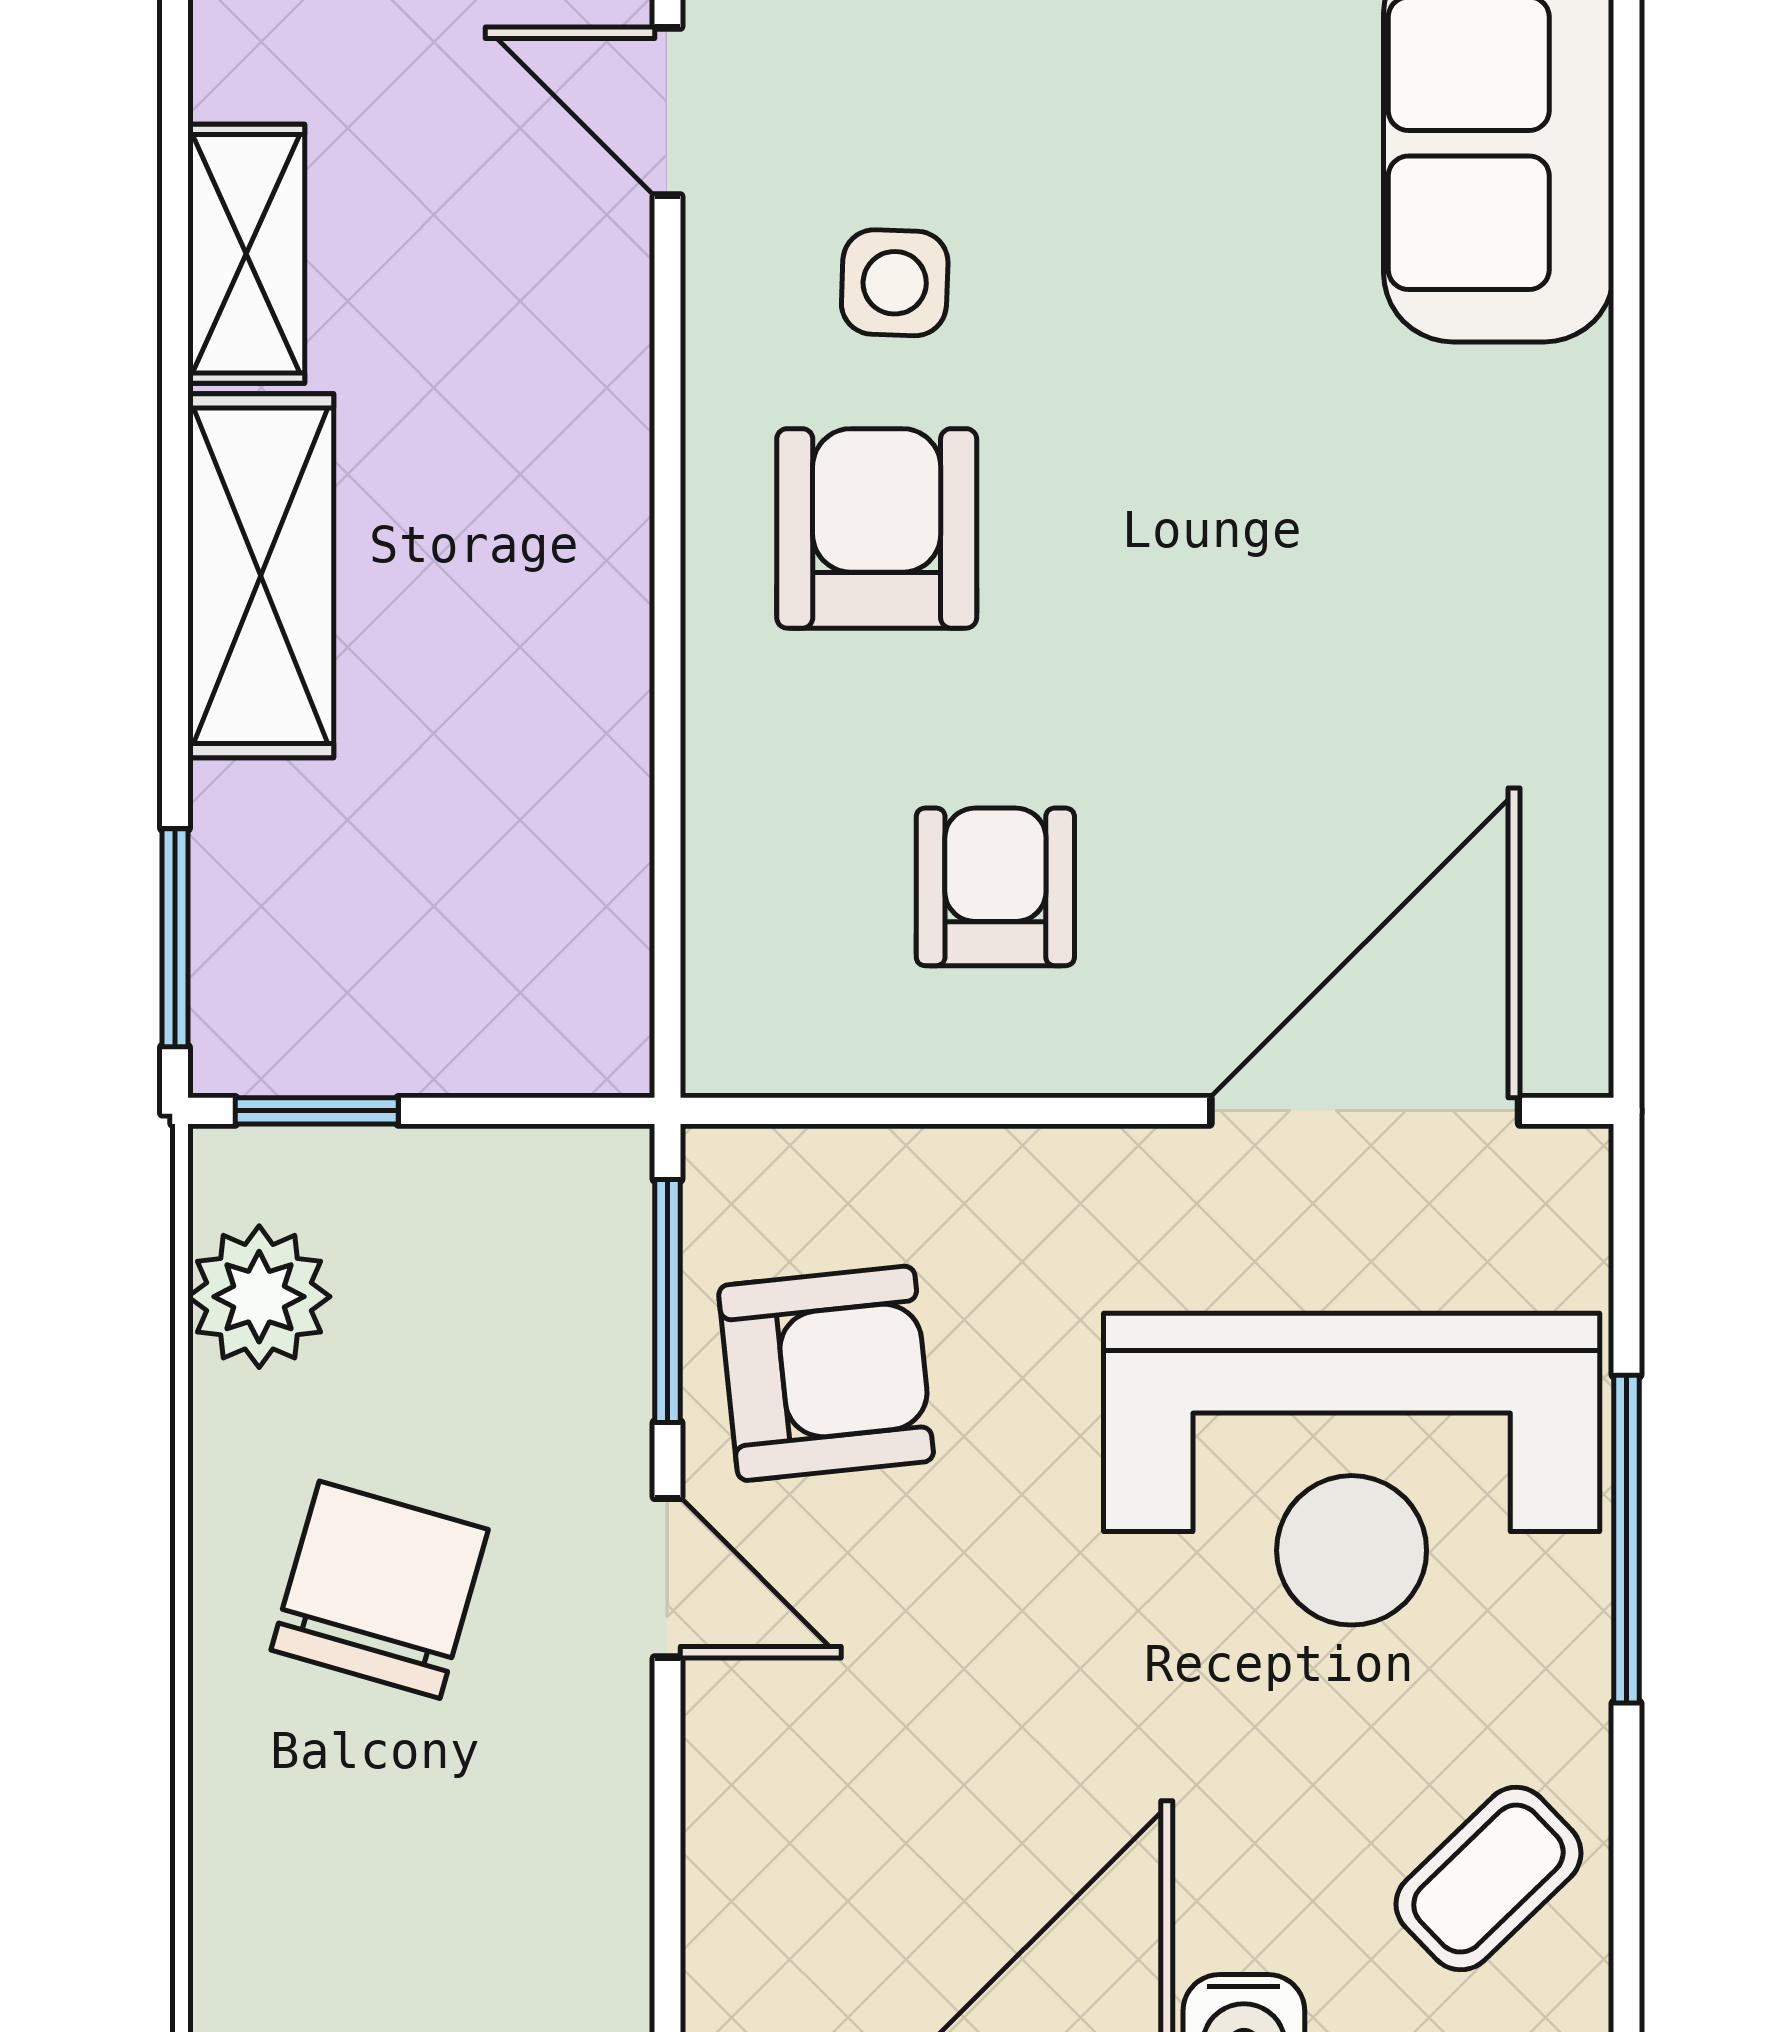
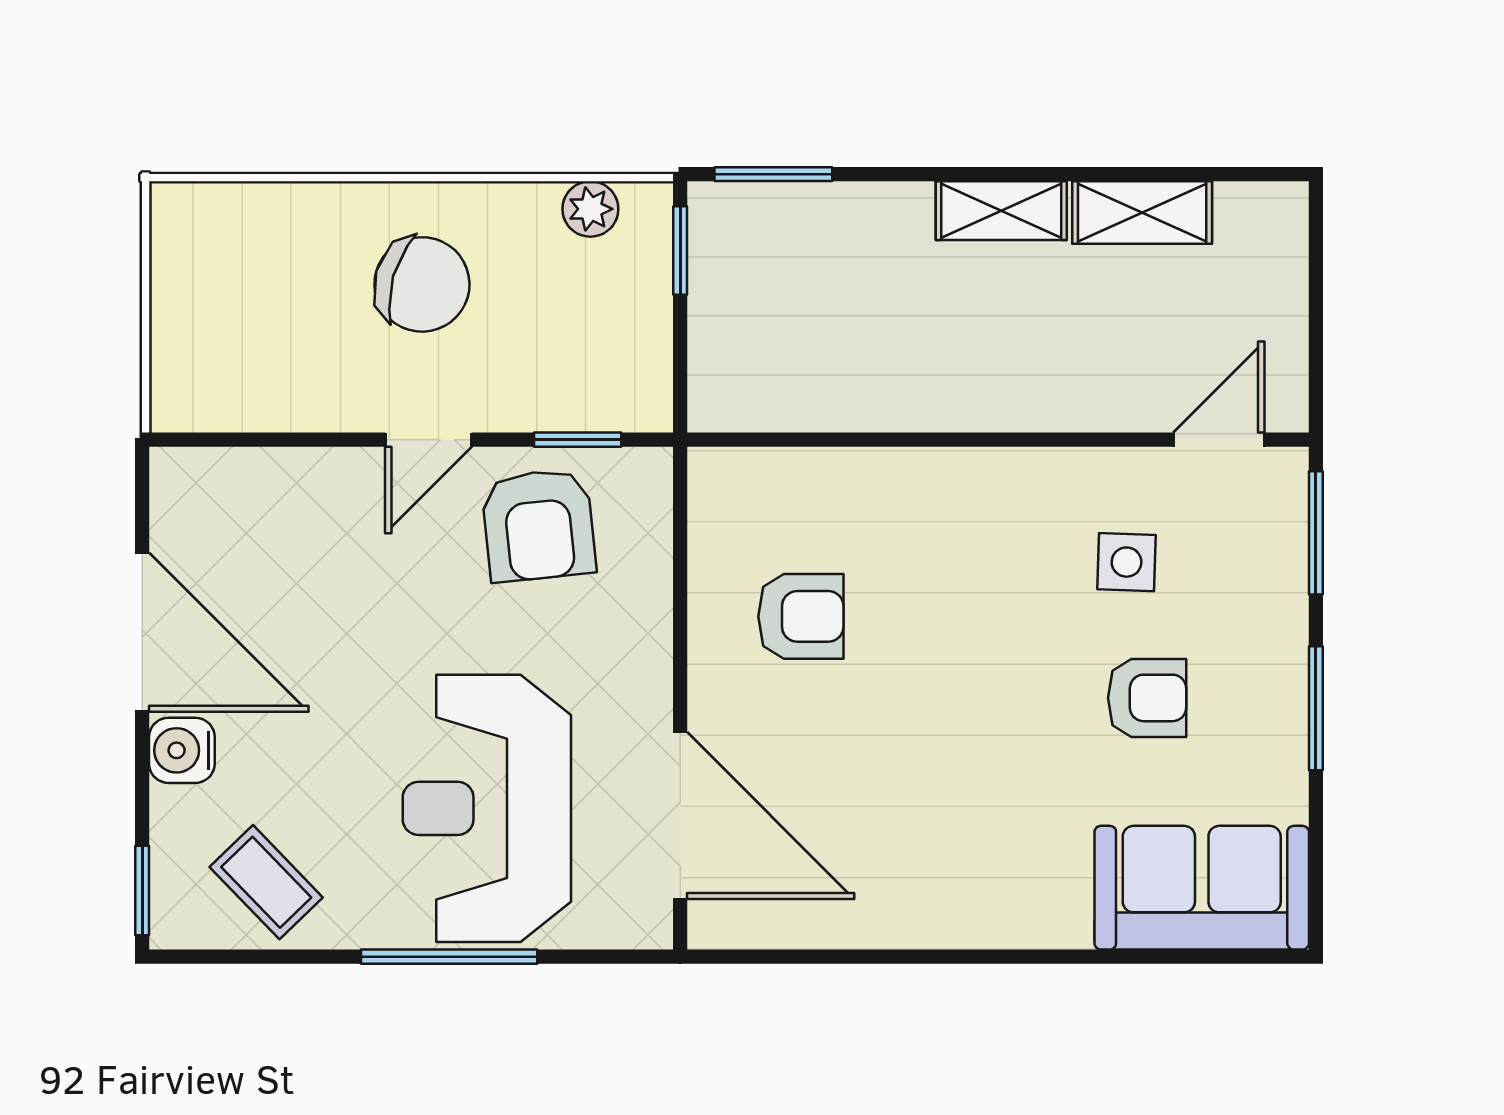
armchair: (877, 528) -> (1147, 698), moved, width x0.72, depth x0.72
shelving: (261, 576) -> (1001, 211), width x0.67, depth x0.75
plant: (259, 1297) -> (590, 209), width x0.73, depth x0.73
window: (667, 1301) -> (578, 440), width x0.67

